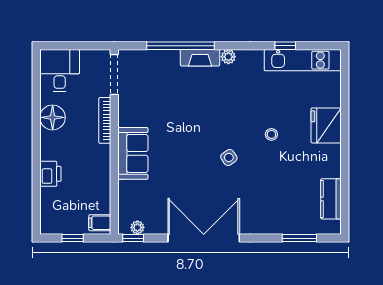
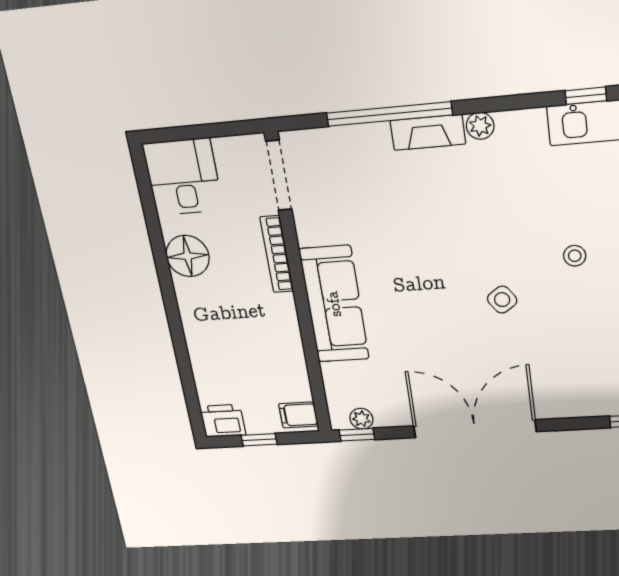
sofa: (133, 153) -> (334, 304), width x1.36
printer: (50, 174) -> (223, 421), moved, turned -90

